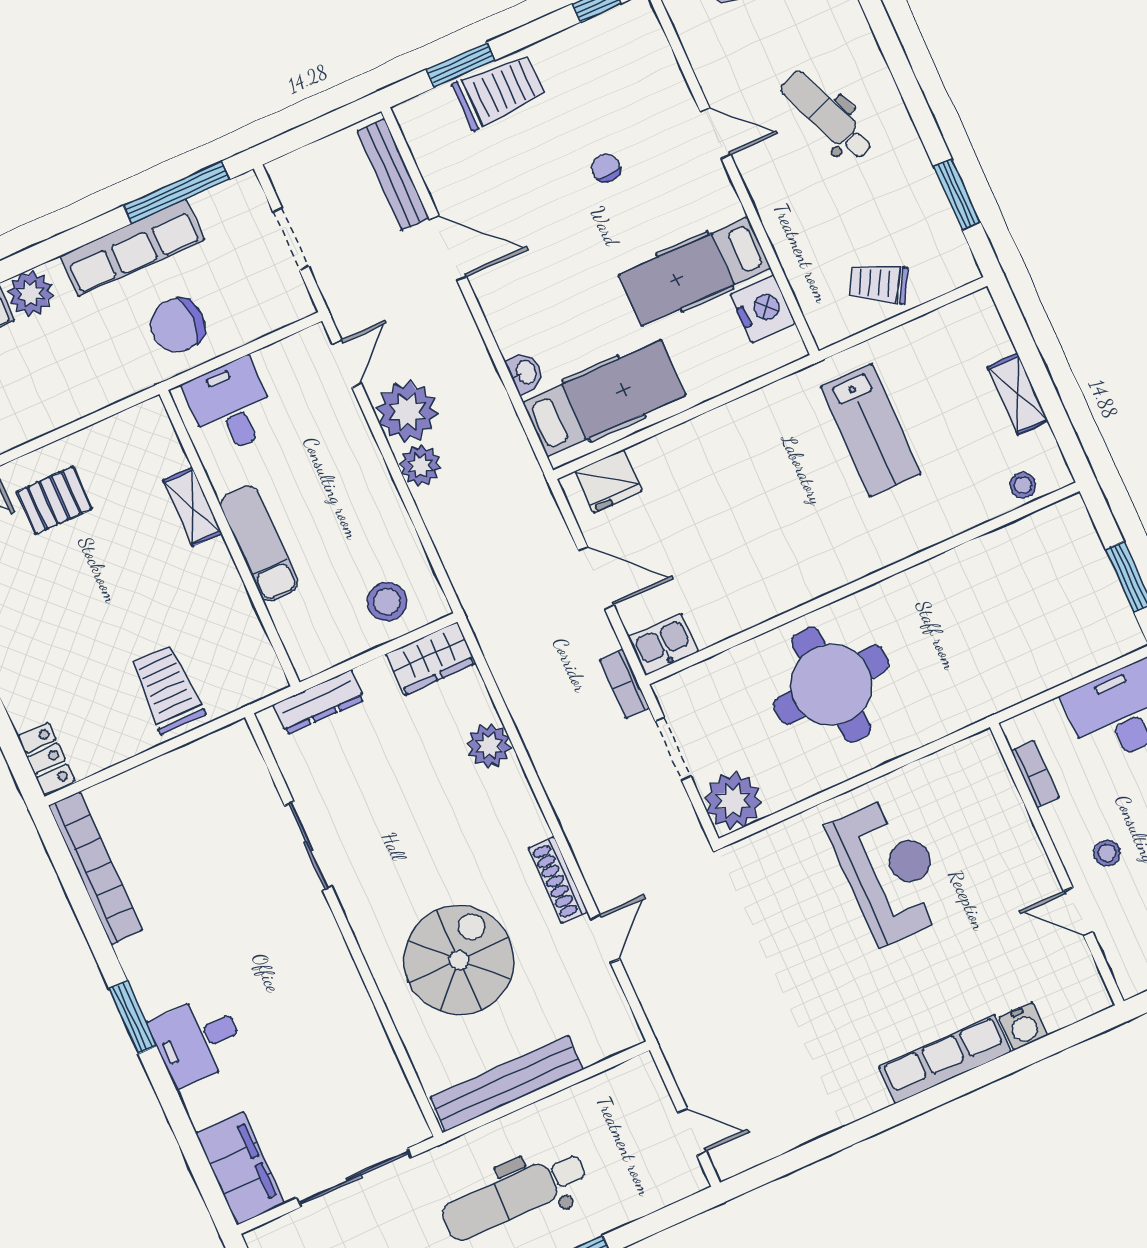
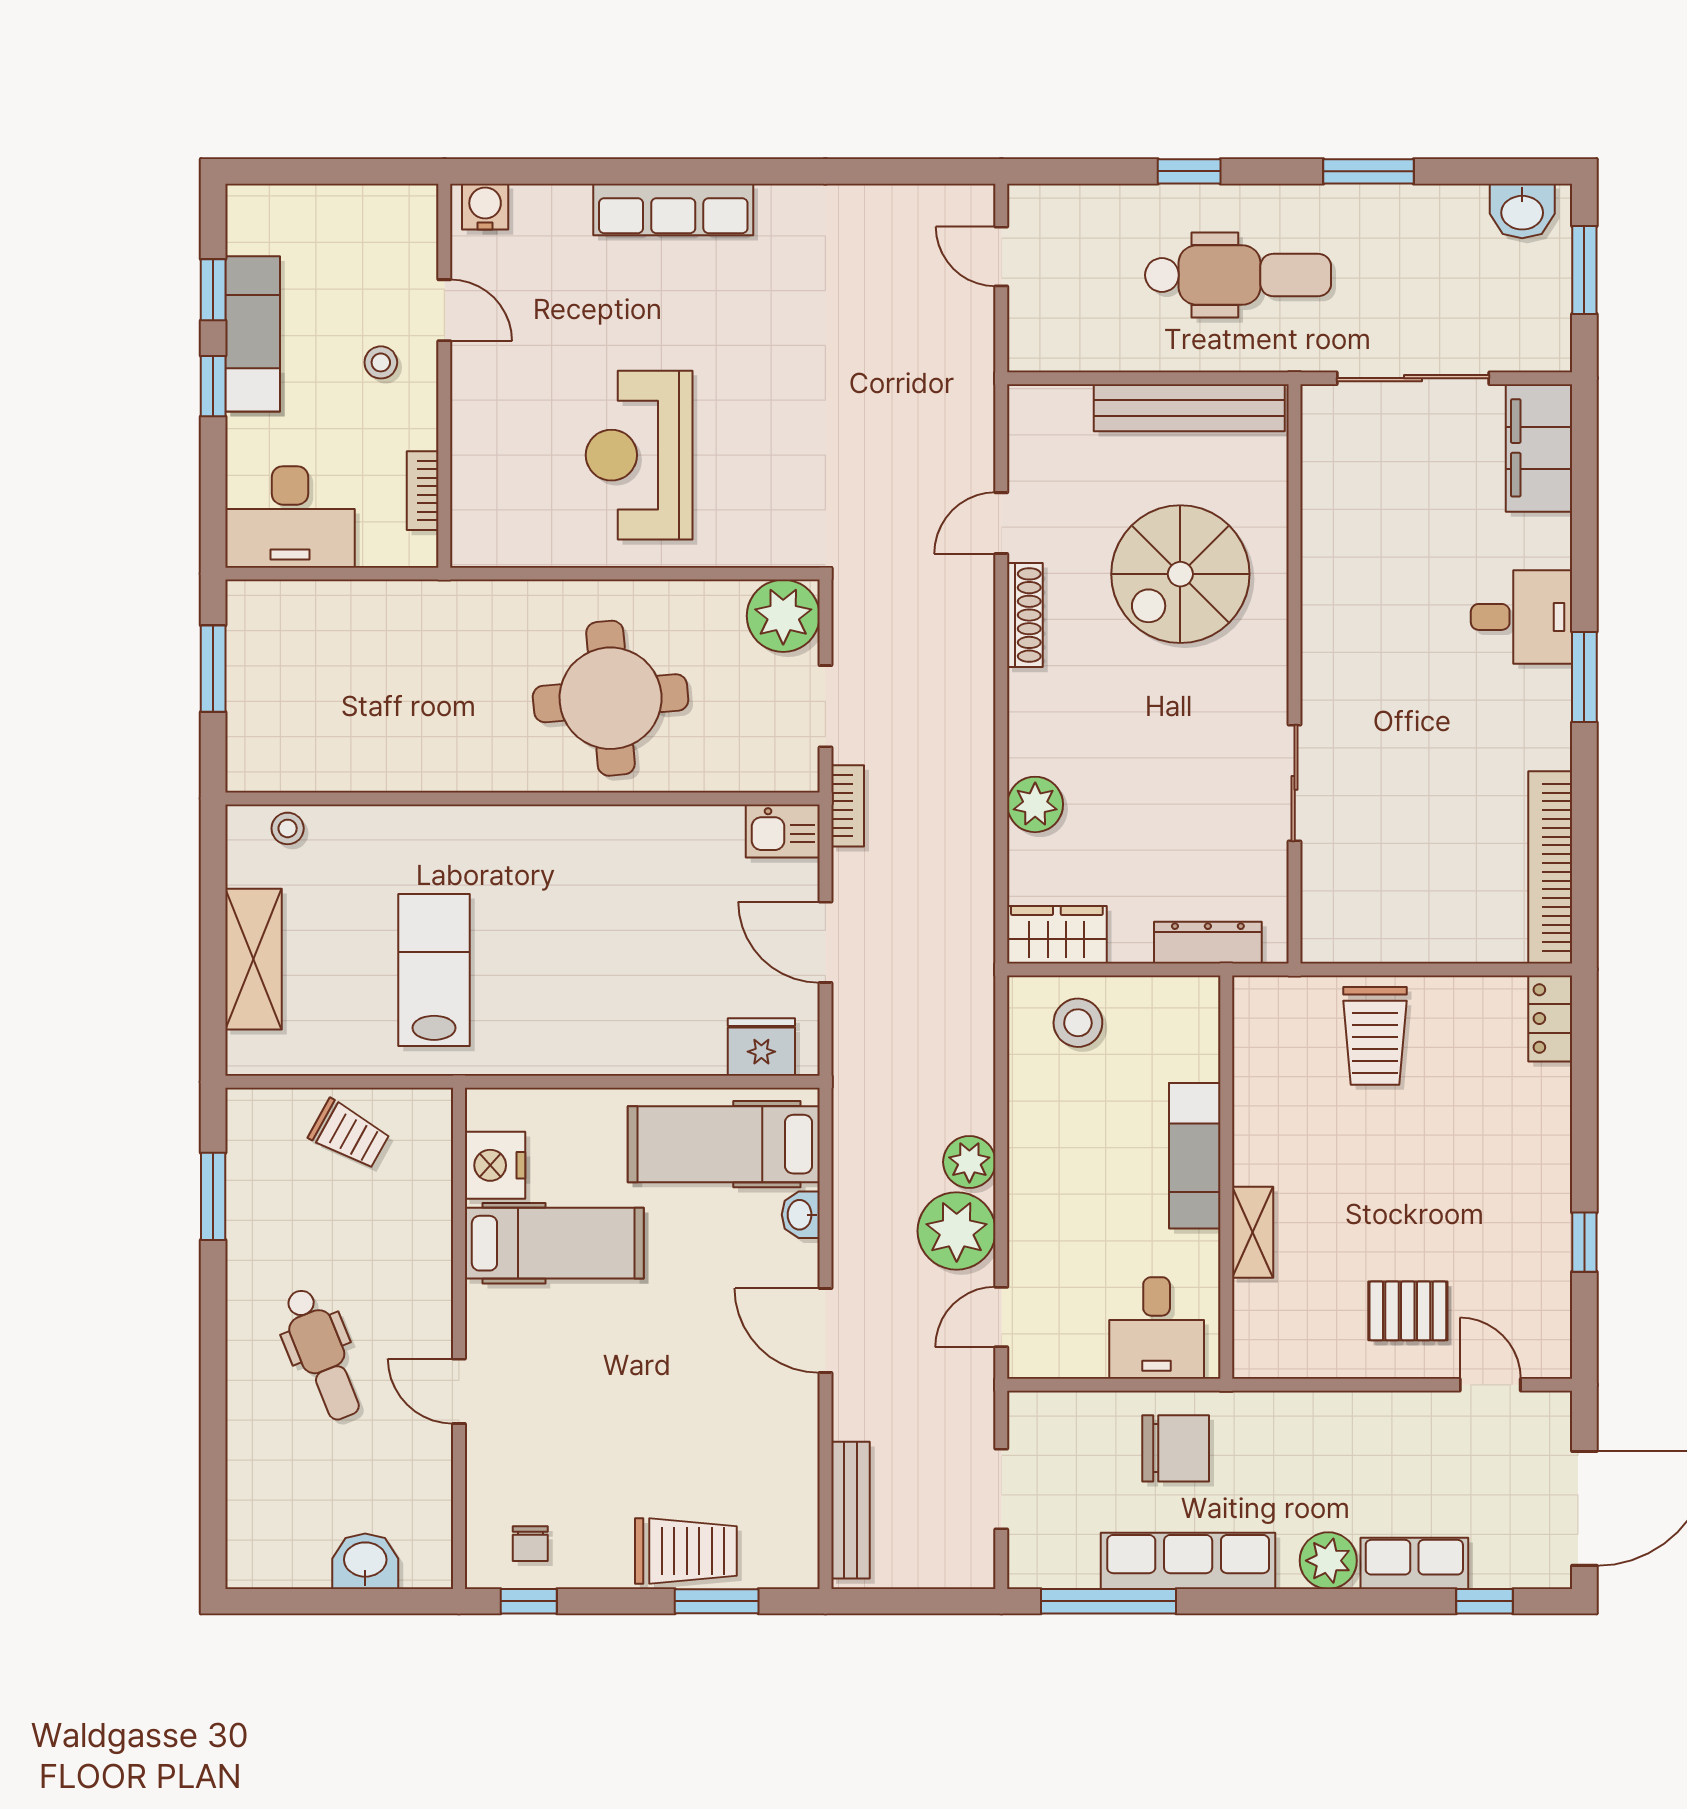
trolley: (499, 91) -> (686, 1551), turned 180
chair: (606, 168) -> (530, 1544), moved
door: (448, 248) -> (825, 1331), moved
shelving: (1018, 394) -> (254, 959), width x1.50, depth x1.33
water cooler: (1023, 1026) -> (485, 207), moved

